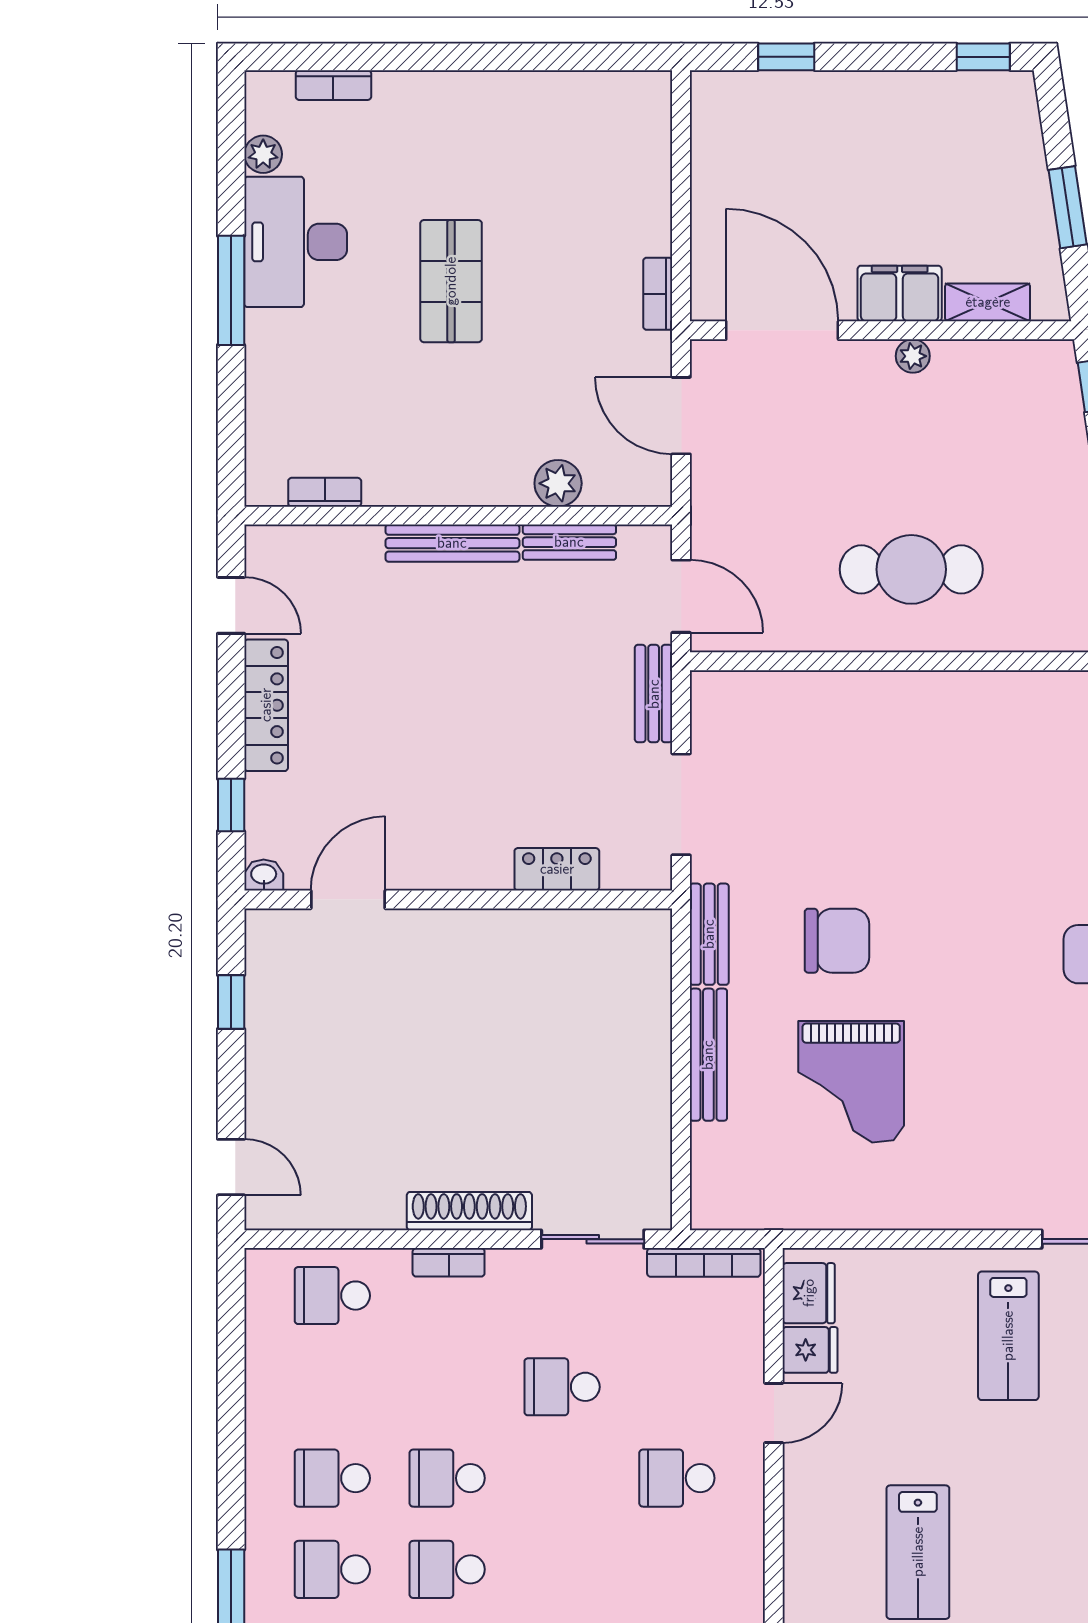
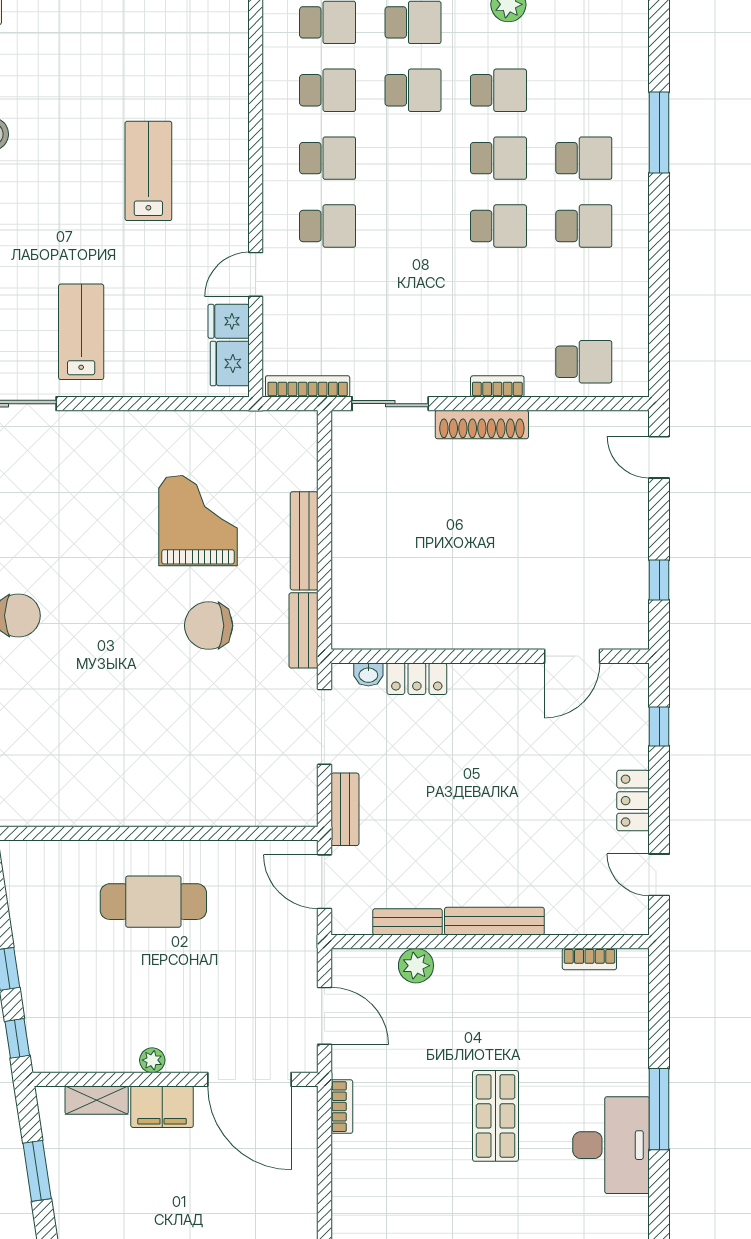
plant: (263, 154) -> (635, 1210), removed
locker: (266, 705) -> (633, 801), width x0.66
washbasin: (264, 875) -> (368, 674), moved
school desk: (562, 1387) -> (328, 158), moved

